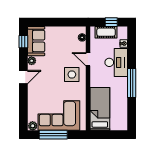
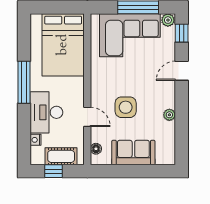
sofa: (36, 41) -> (133, 153), moved, turned 90
window: (23, 42) -> (182, 33), moved
side table: (72, 75) -> (126, 107), moved
door: (23, 77) -> (182, 71), moved
bed: (100, 109) -> (63, 45), width x1.50

